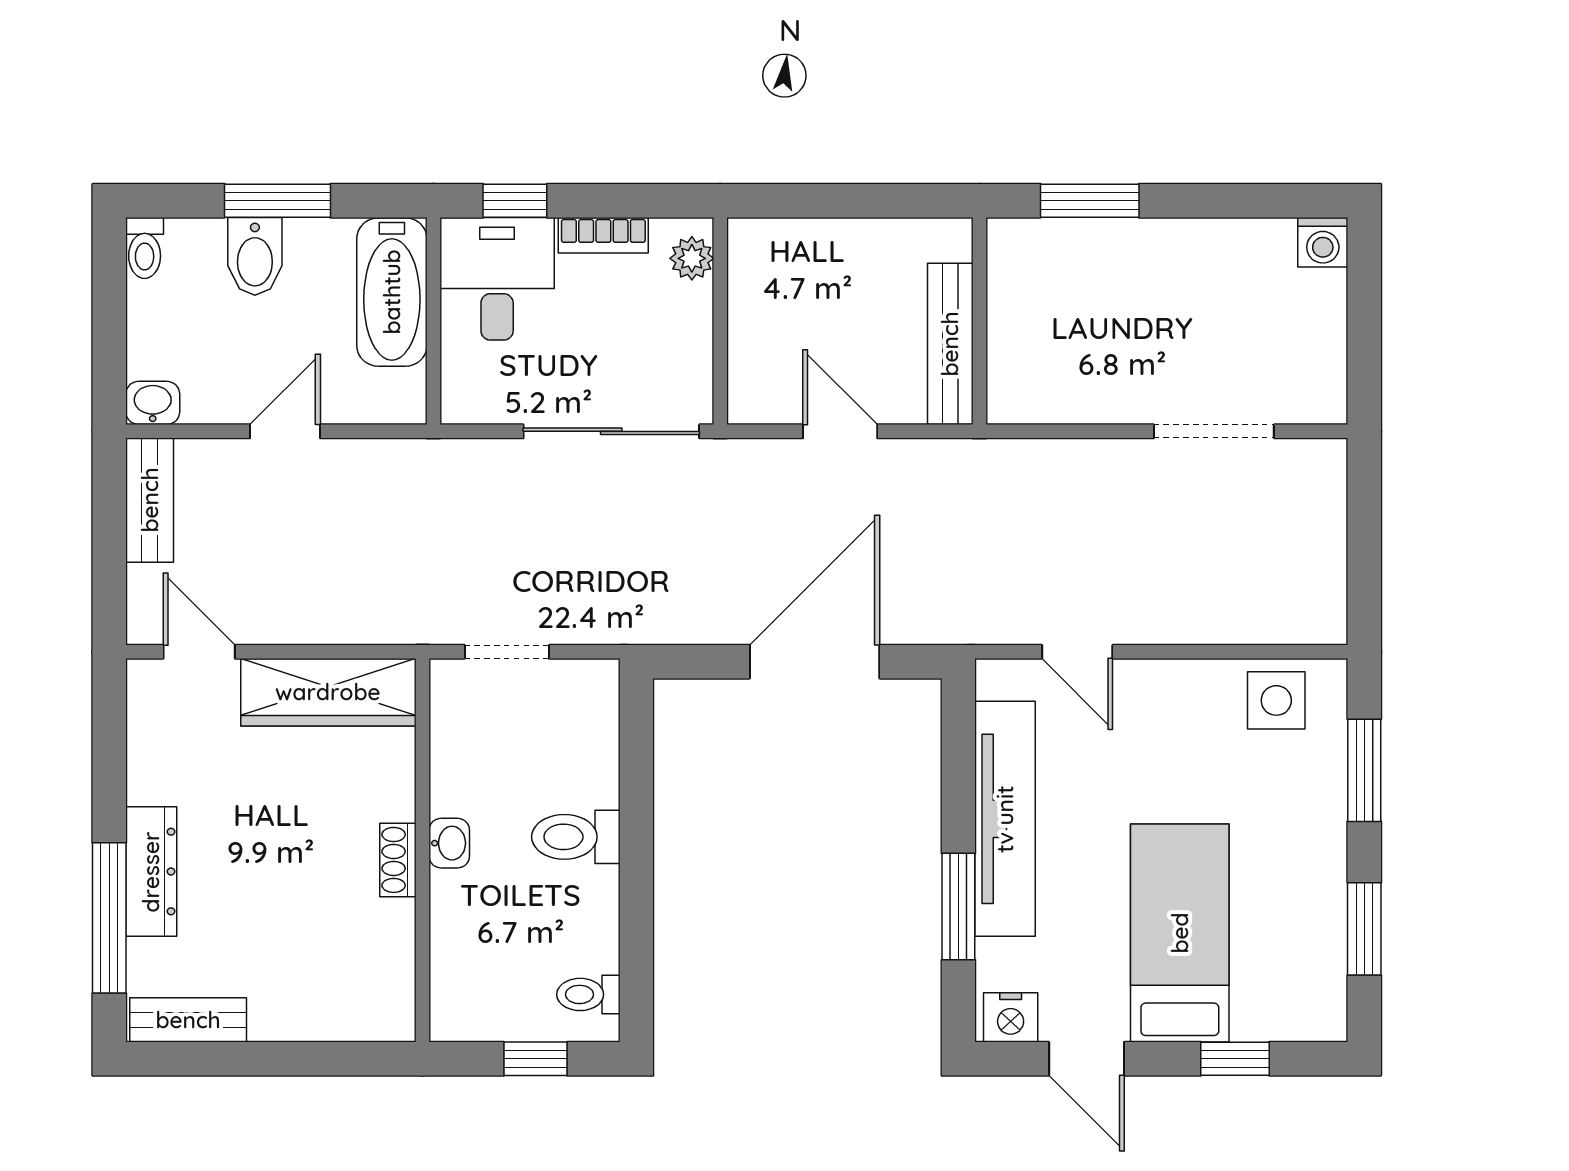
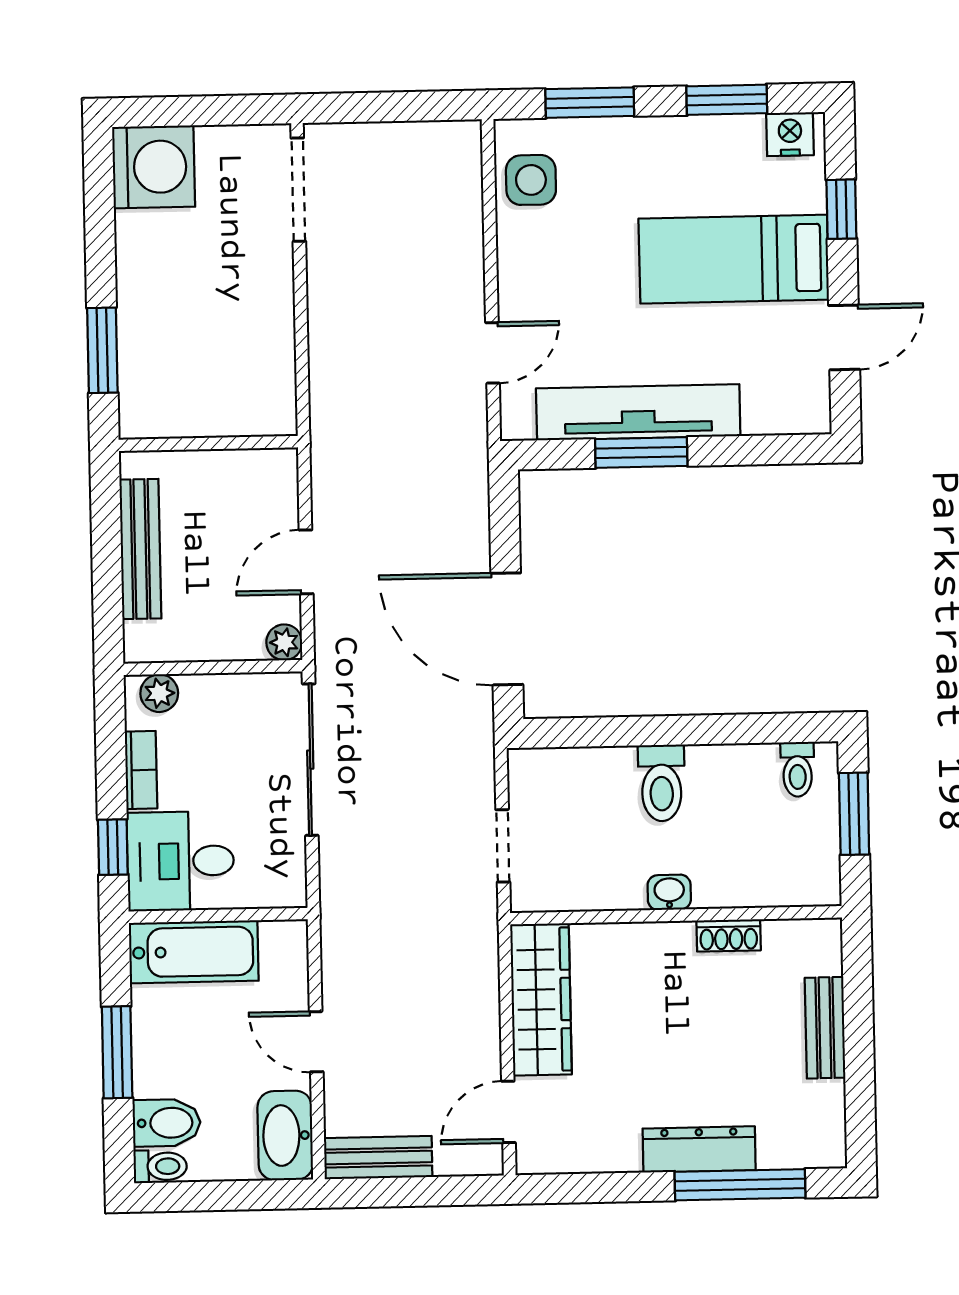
washing machine: (1323, 242) -> (154, 167), width x1.89, depth x1.89
bidet: (255, 256) -> (167, 1123), moved
bench: (950, 344) -> (140, 549), moved, turned 90
washbasin: (153, 403) -> (285, 1135), width x1.91, depth x1.45
plant: (748, 404) -> (284, 642), added
doorway: (1214, 431) -> (298, 190), moved
door: (815, 662) -> (507, 629), moved
shoe rack: (398, 860) -> (729, 935), moved
window: (958, 907) -> (641, 453), moved
nightstand: (1011, 1017) -> (790, 134), moved, turned -90
bench: (188, 1020) -> (825, 1028), moved
window: (536, 1059) -> (854, 814), width x1.50

